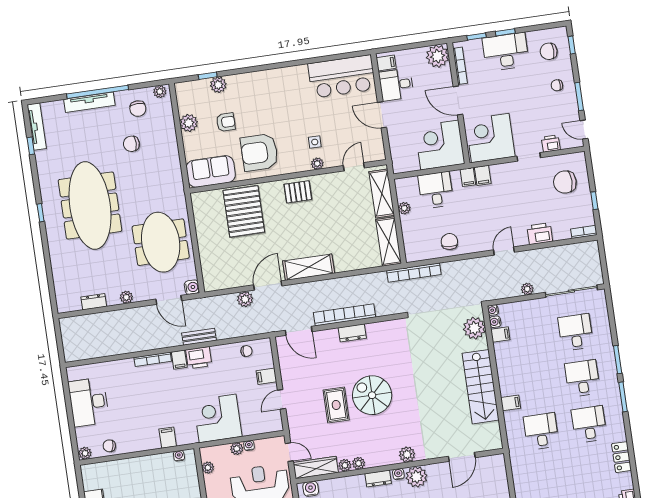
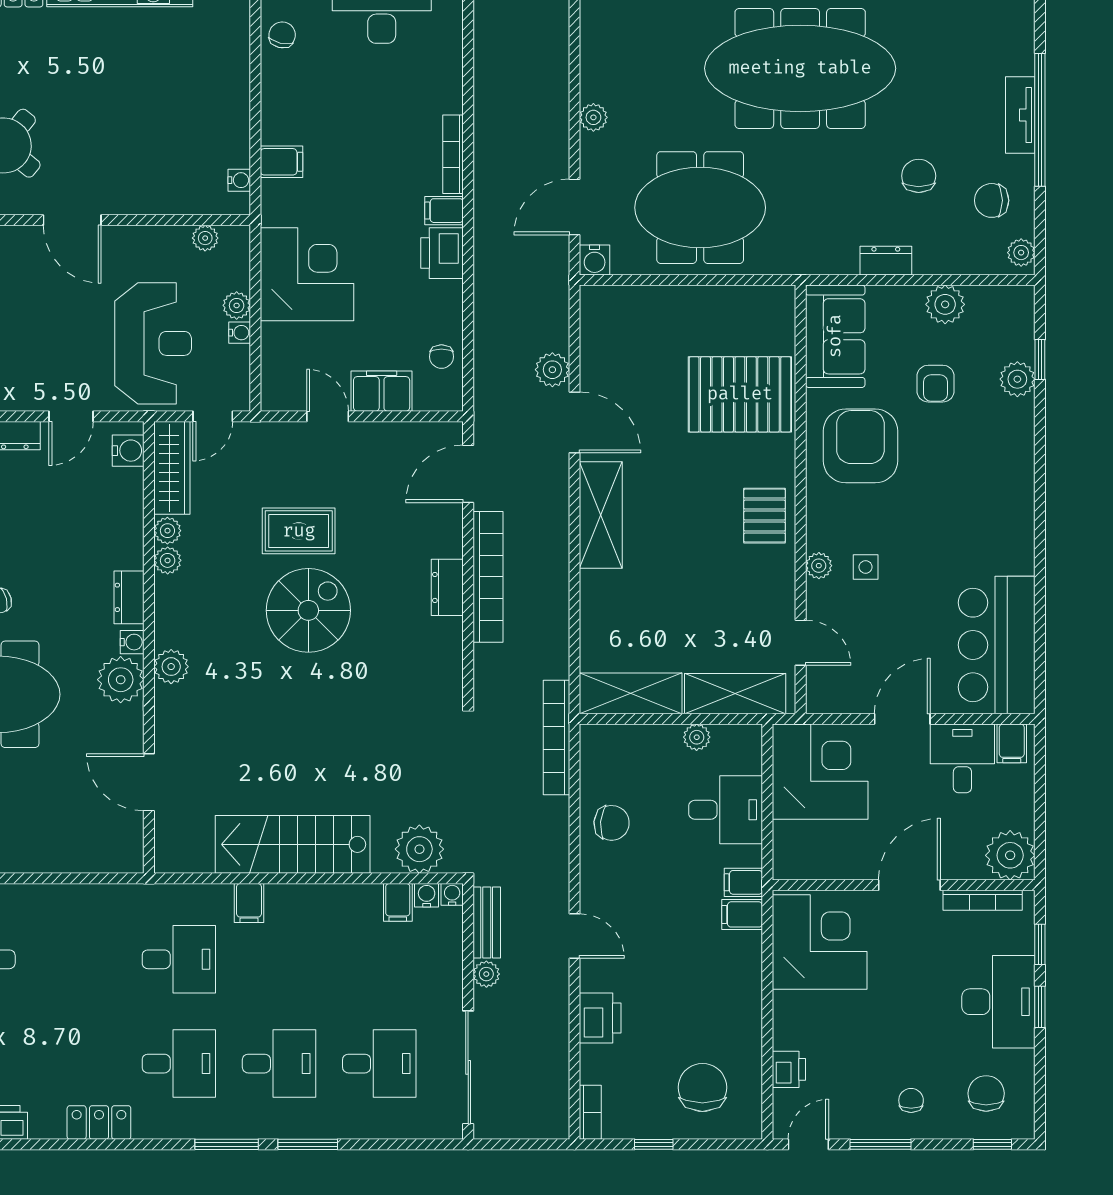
tv unit: (89, 102) -> (1020, 115), width x0.71
corner desk: (440, 145) -> (820, 772), moved
doorway: (529, 157) -> (767, 1018), removed
dresser: (94, 302) -> (886, 261), moved, turned -90
bench: (199, 337) -> (487, 923), moved
filing cabinet: (266, 376) -> (382, 391), width x2.00

